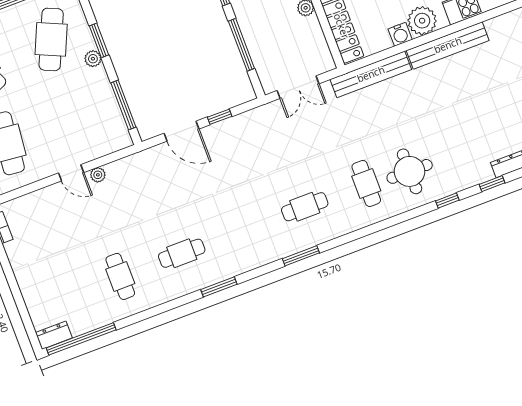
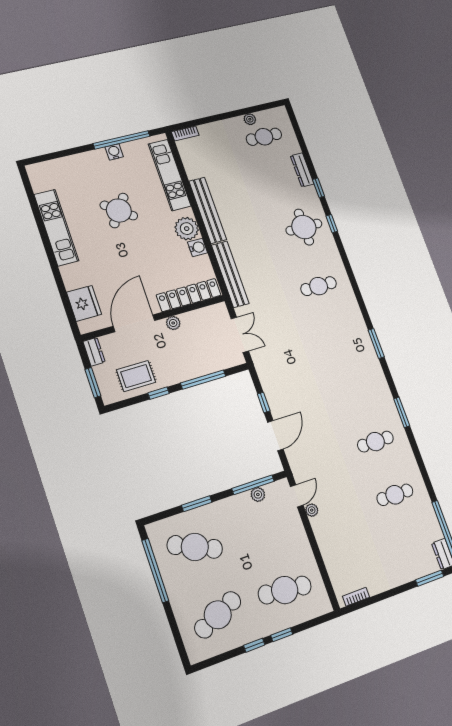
plant: (93, 59) -> (258, 494), moved
round table: (410, 171) -> (304, 227), moved
door: (71, 173) -> (297, 496), moved
cafe table: (305, 207) -> (337, 337), removed
cafe table: (182, 253) -> (375, 442), turned 90
window: (26, 318) -> (430, 578), added

